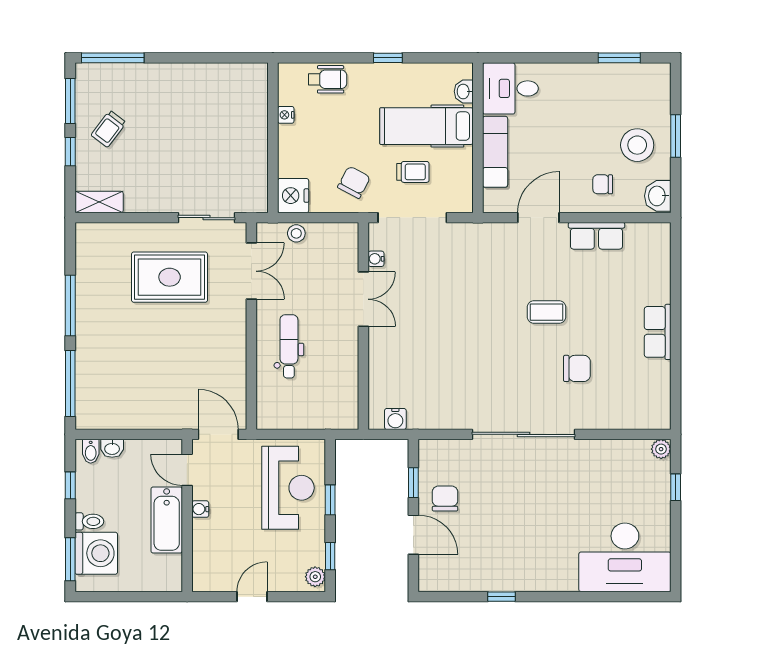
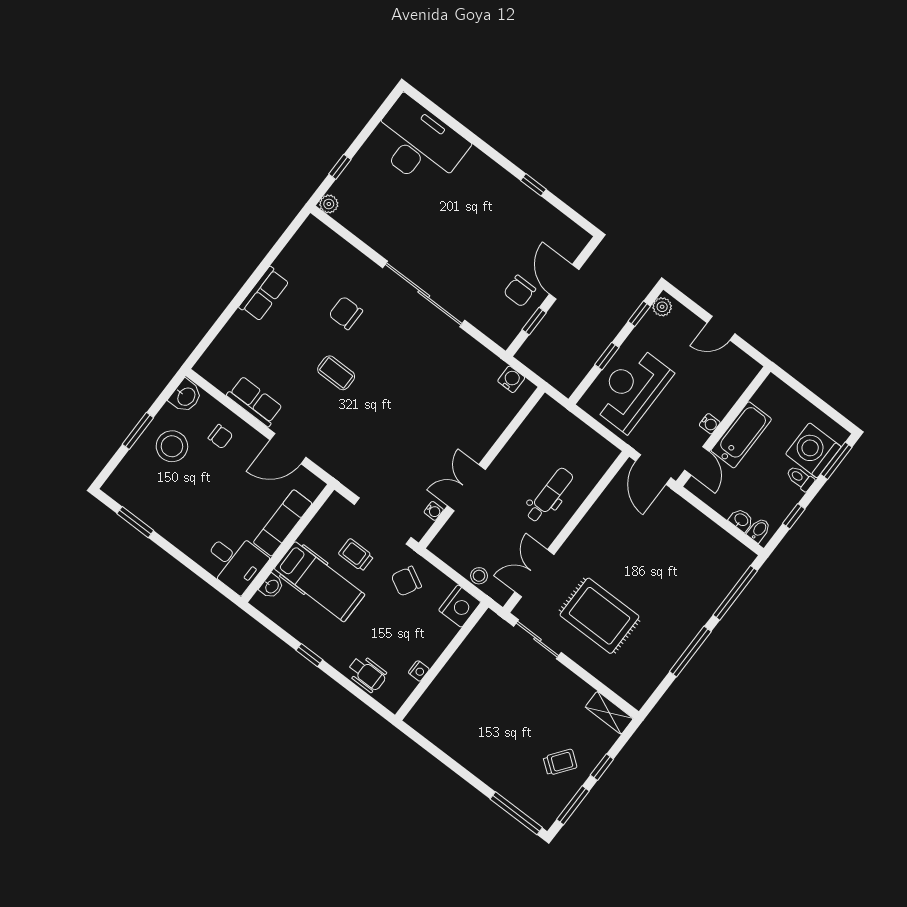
wheelchair: (328, 79) -> (367, 674), turned 180
dental chair: (289, 346) -> (549, 495), turned 180

